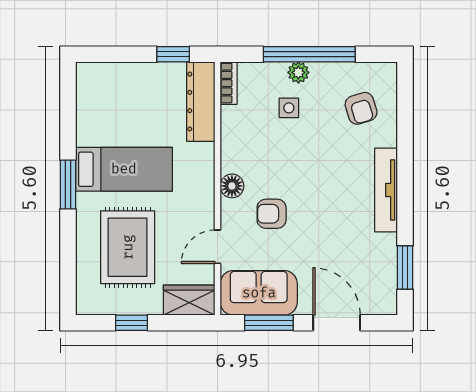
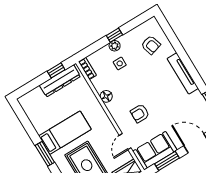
window: (309, 54) -> (114, 35), width x0.32
dresser: (201, 102) -> (60, 81), moved, turned -90
floor lamp: (232, 186) -> (106, 96), moved

